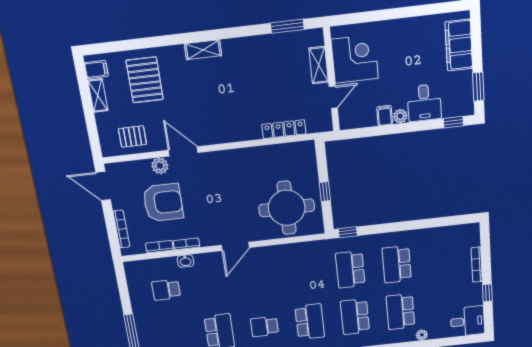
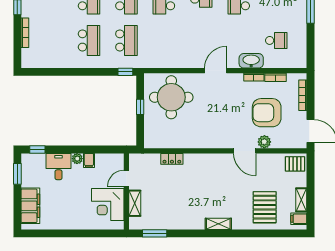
locker: (284, 129) -> (172, 159), width x0.66
pallet: (132, 136) -> (295, 164), moved
washbasin: (185, 261) -> (251, 61), width x1.91, depth x1.45

